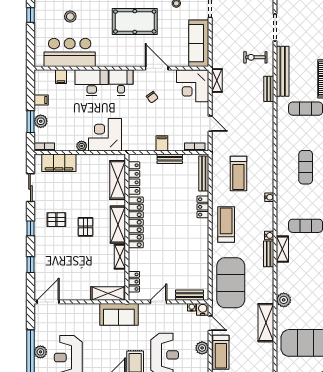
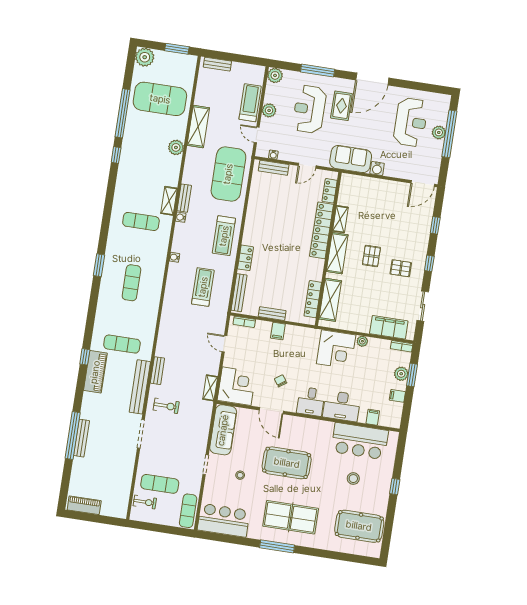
locker: (136, 222) -> (322, 230), moved
shelving: (108, 293) -> (359, 183), removed
water cooler: (203, 309) -> (377, 168), moved

